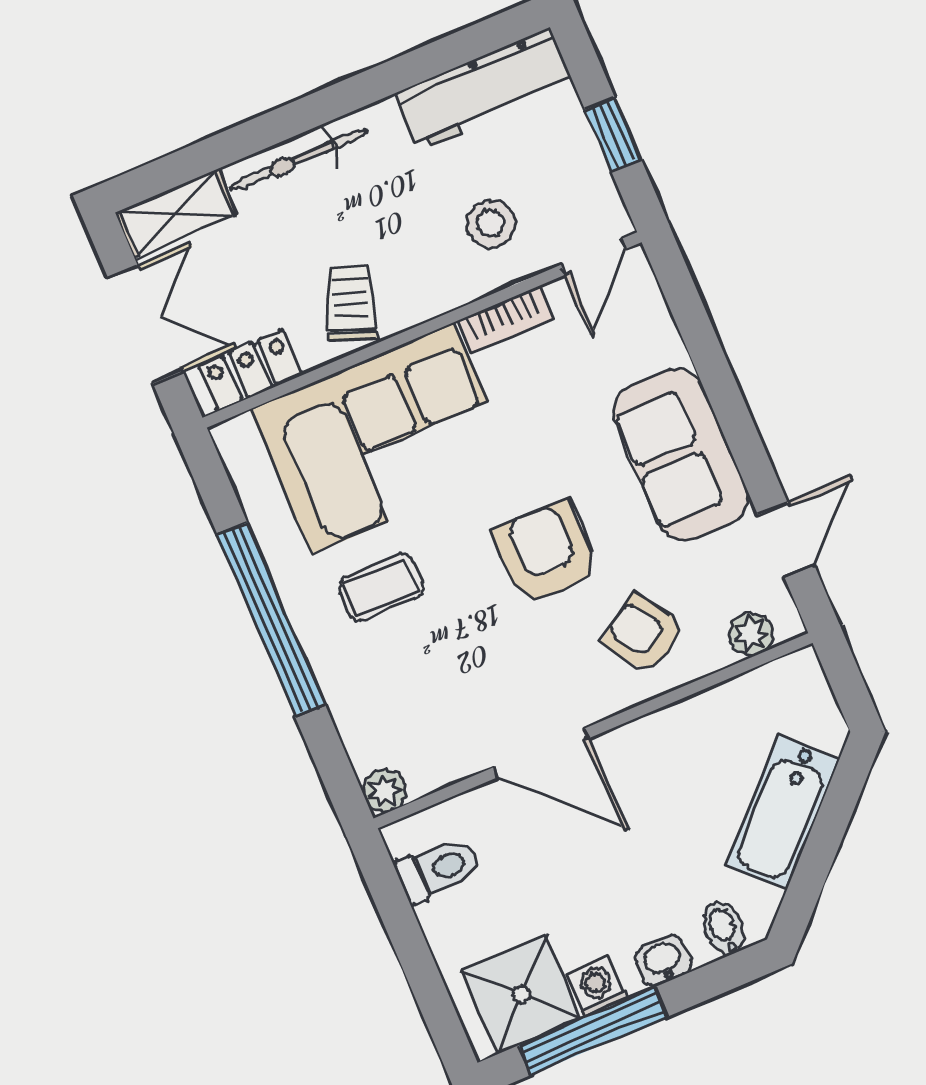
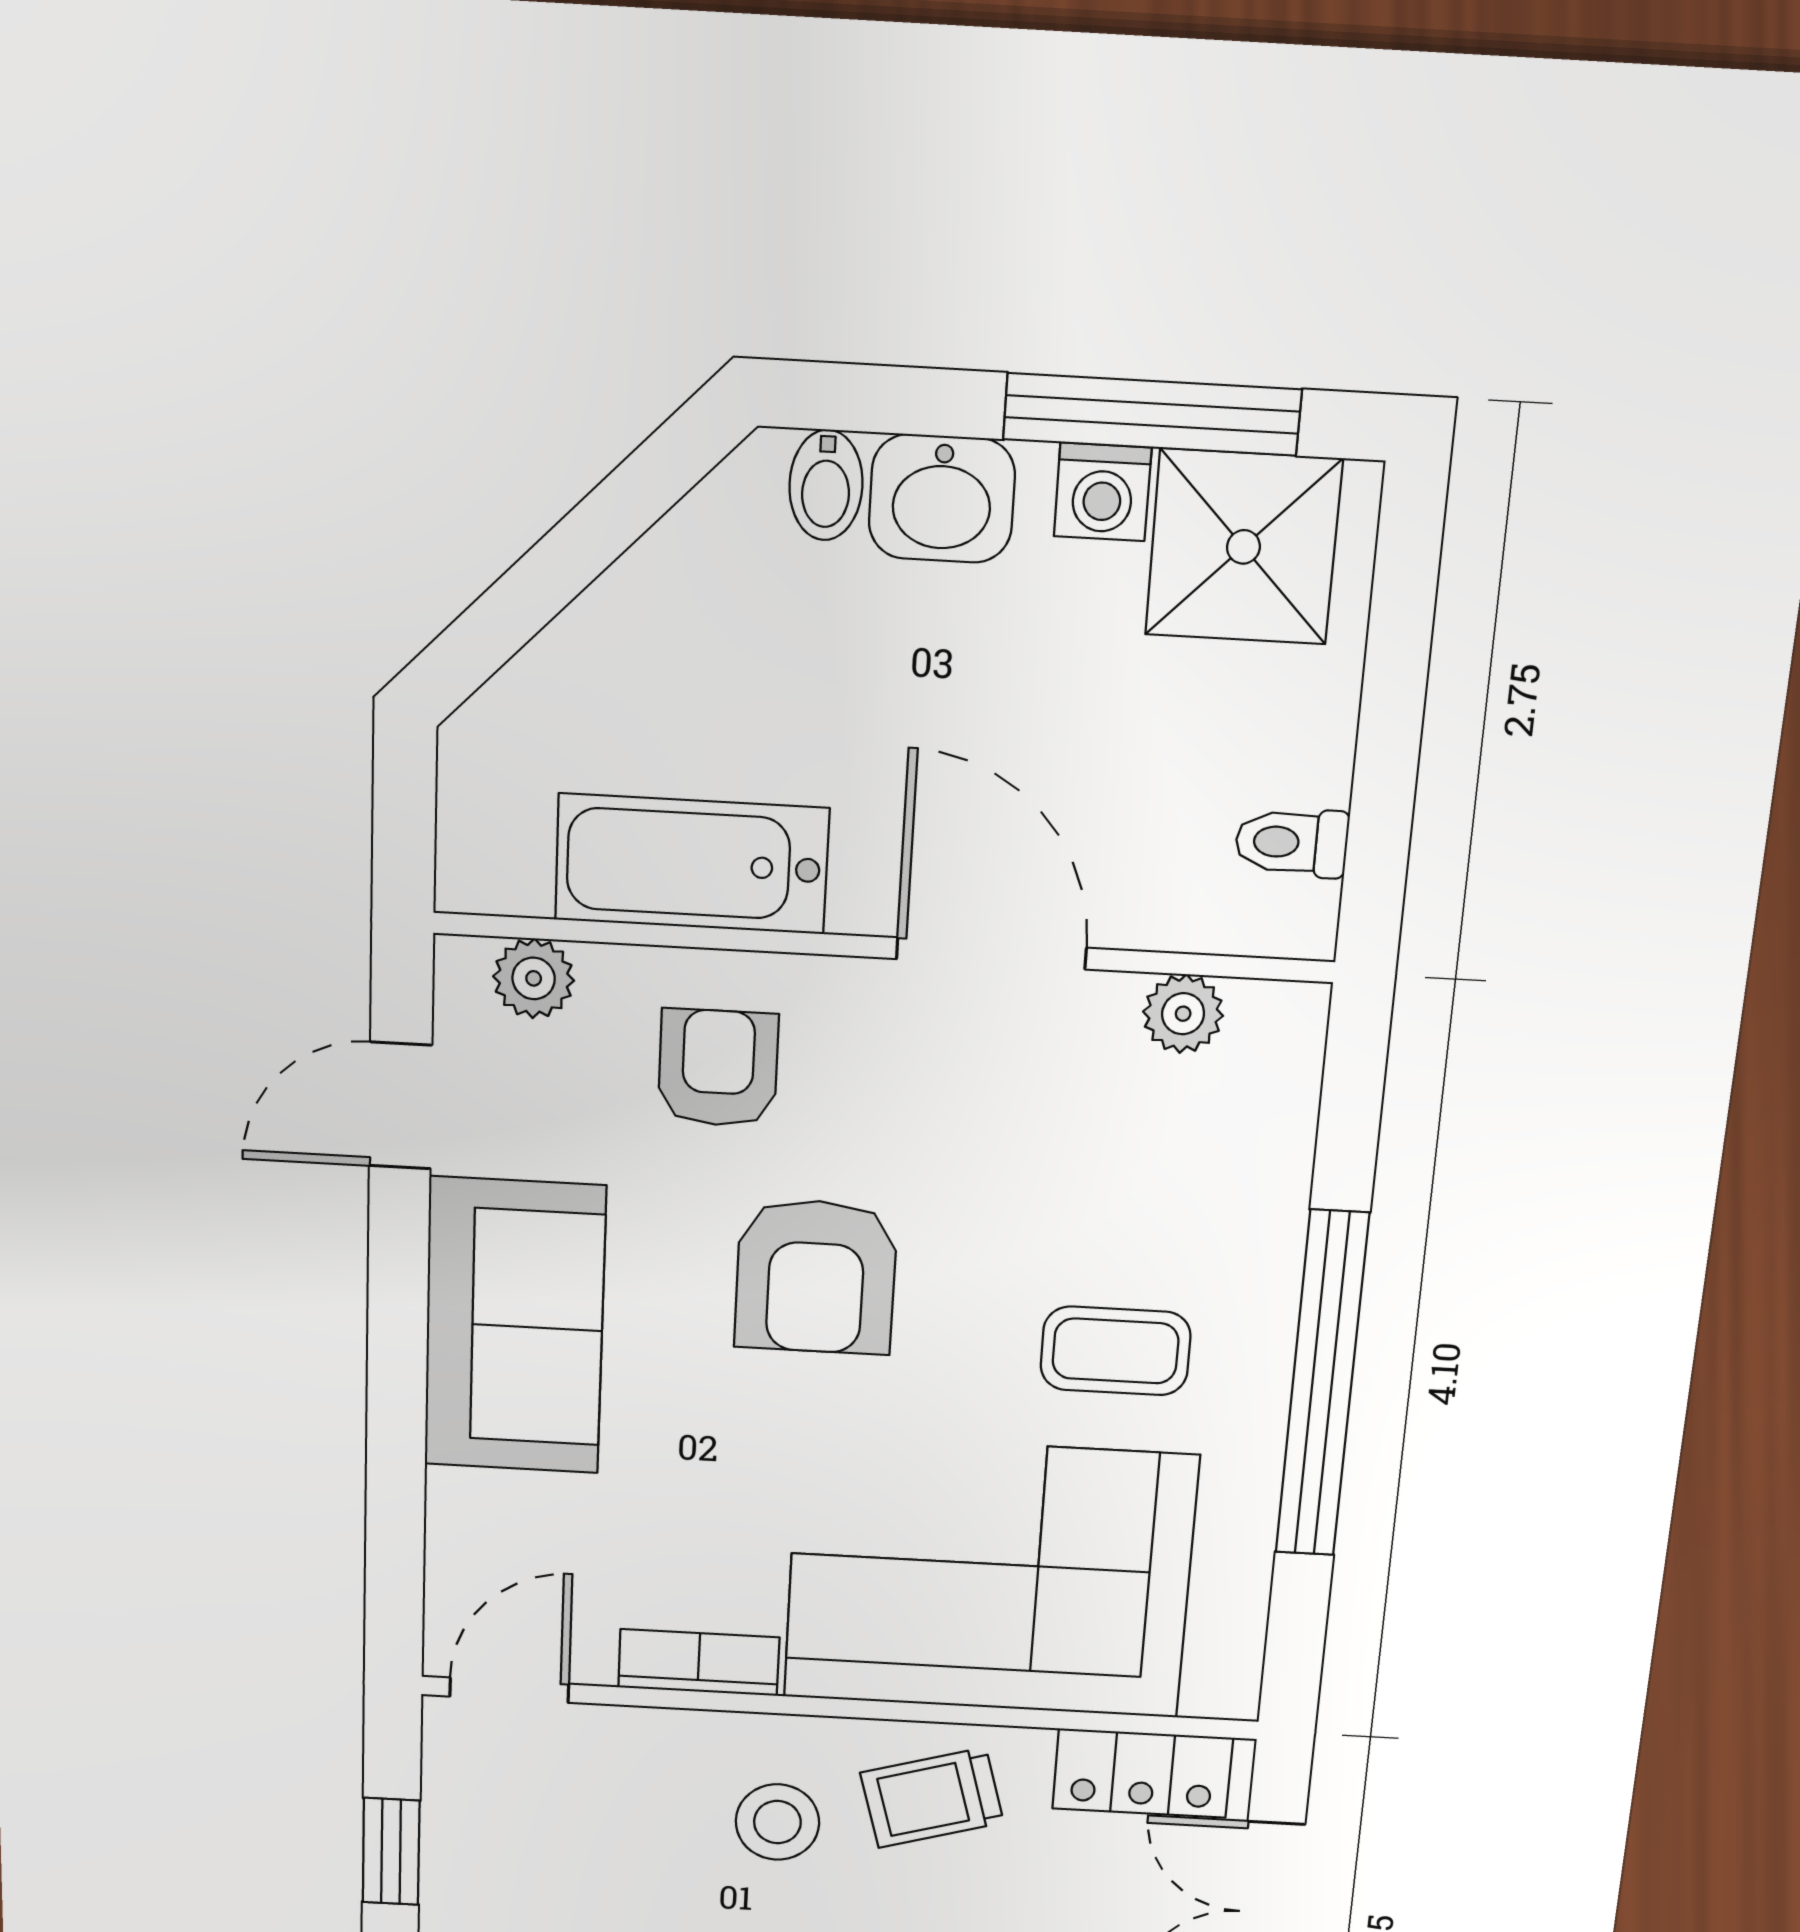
stool: (491, 224) -> (777, 1822), moved
trolley: (350, 303) -> (932, 1798), turned 54
armchair: (643, 634) -> (718, 1068), turned -147
plant: (385, 791) -> (1183, 1014), moved
bathtub: (783, 812) -> (692, 864), moved, turned -135
toilet: (438, 869) -> (1292, 842), width x0.73, depth x0.72
washbasin: (663, 961) -> (942, 499), width x1.38, depth x1.45

